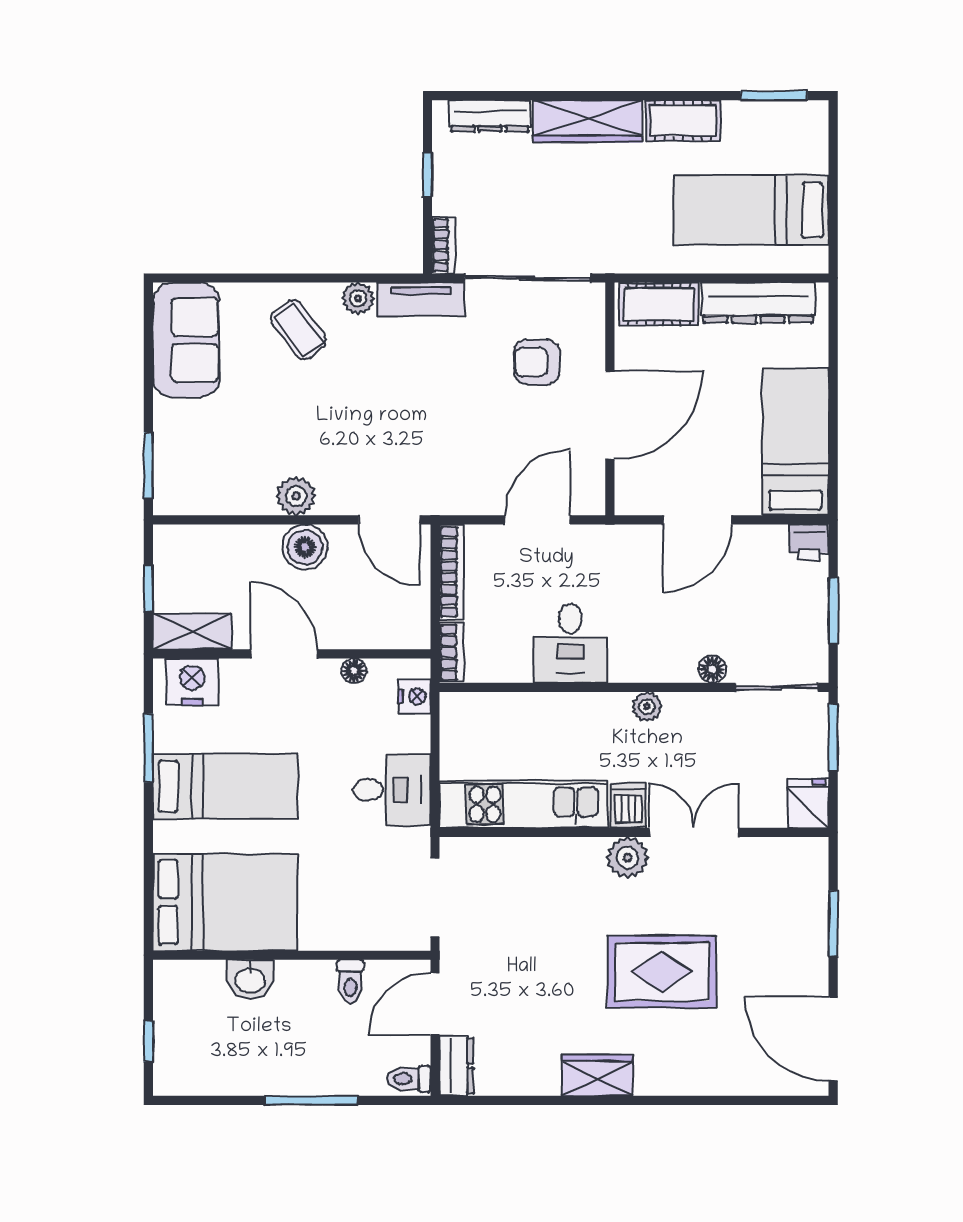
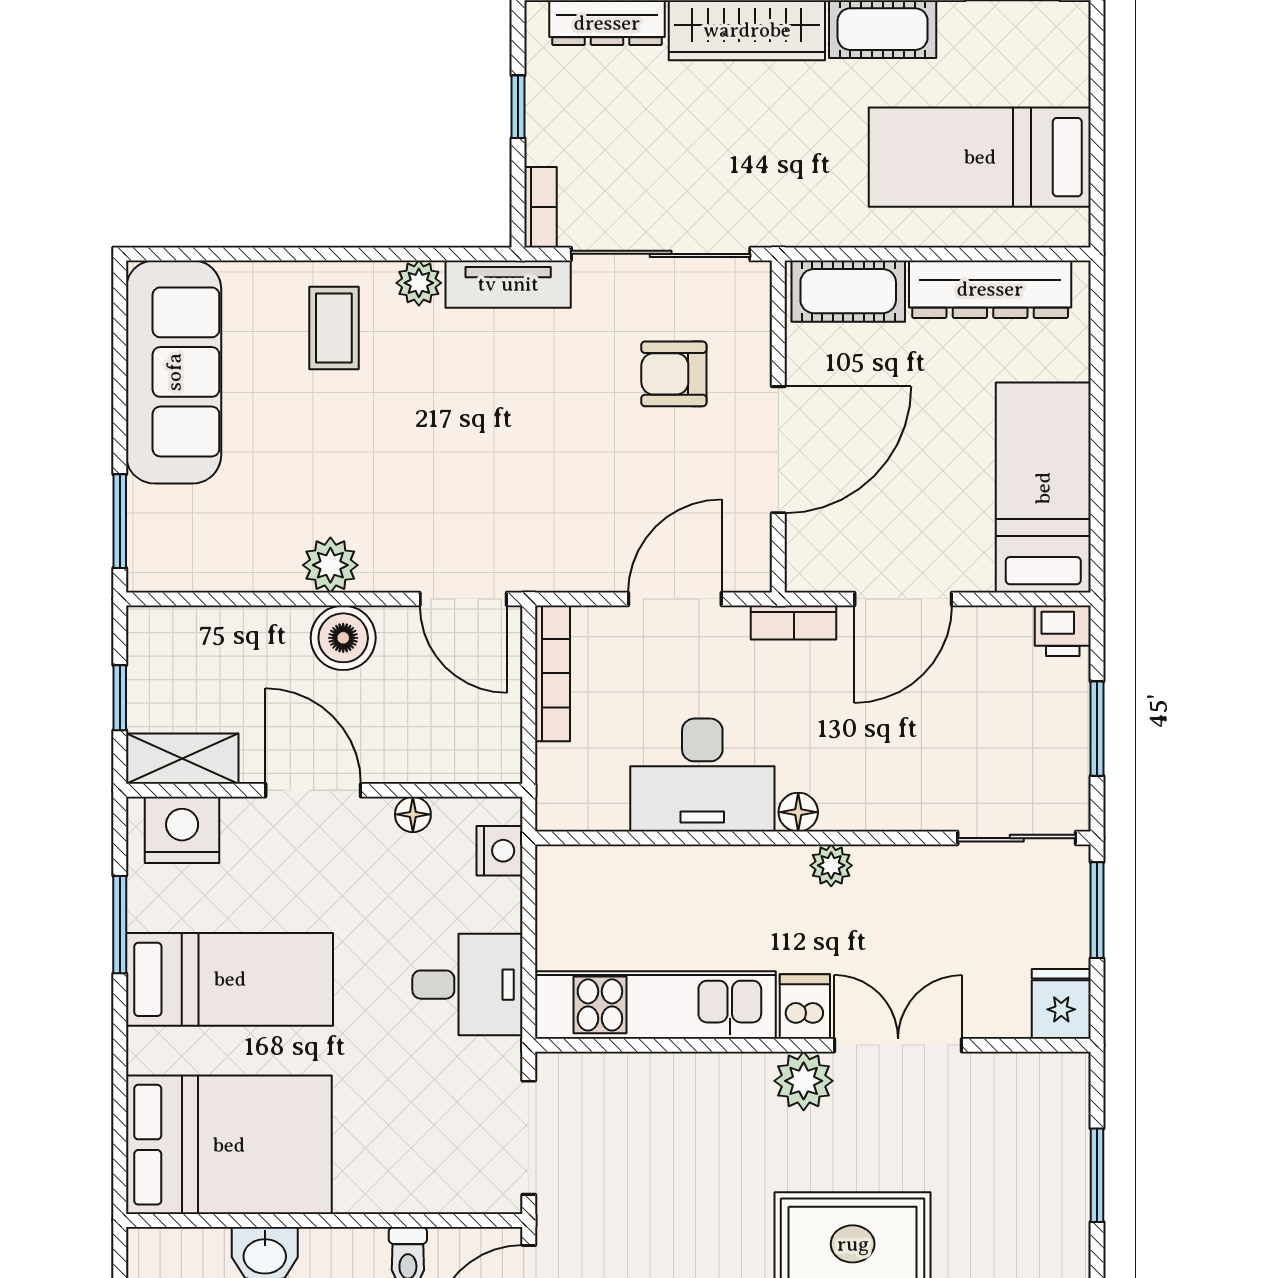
coffee table: (299, 330) -> (334, 328), turned 37
sofa: (186, 340) -> (174, 372), width x1.36
desk: (570, 643) -> (702, 775), width x1.37
bookcase: (451, 652) -> (794, 623), moved, turned 90
floor lamp: (712, 669) -> (798, 812), moved

